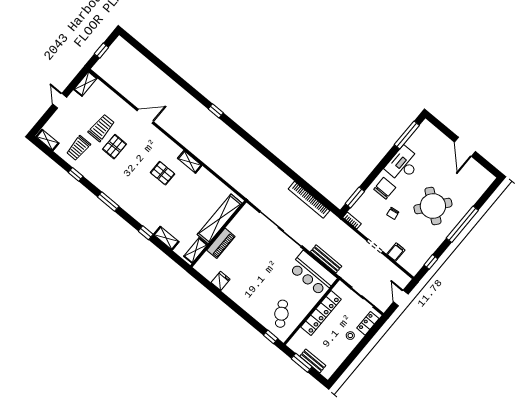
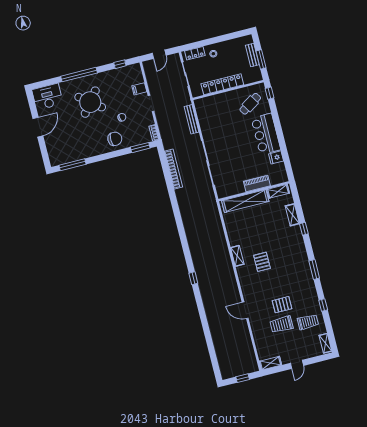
desk: (403, 165) -> (47, 97), moved, turned 180
chair: (385, 188) -> (115, 139), turned 180
bar counter: (313, 274) -> (266, 134), moved, turned 180

